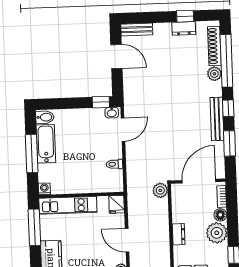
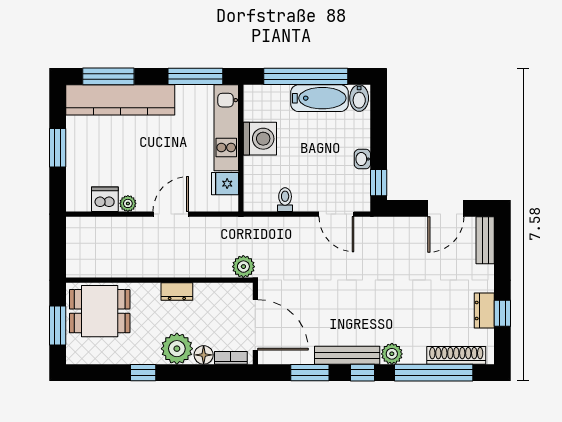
plant: (214, 74) -> (392, 354), moved
washbasin: (112, 113) -> (362, 159), moved
window: (32, 153) -> (306, 76), width x1.46
washing machine: (44, 189) -> (260, 139), moved, width x1.89, depth x1.89
fridge: (117, 204) -> (225, 184), moved

